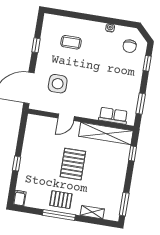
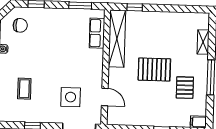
door: (66, 117) -> (105, 97), moved
pallet: (61, 200) -> (185, 88), moved
window: (124, 204) -> (190, 9), removed

